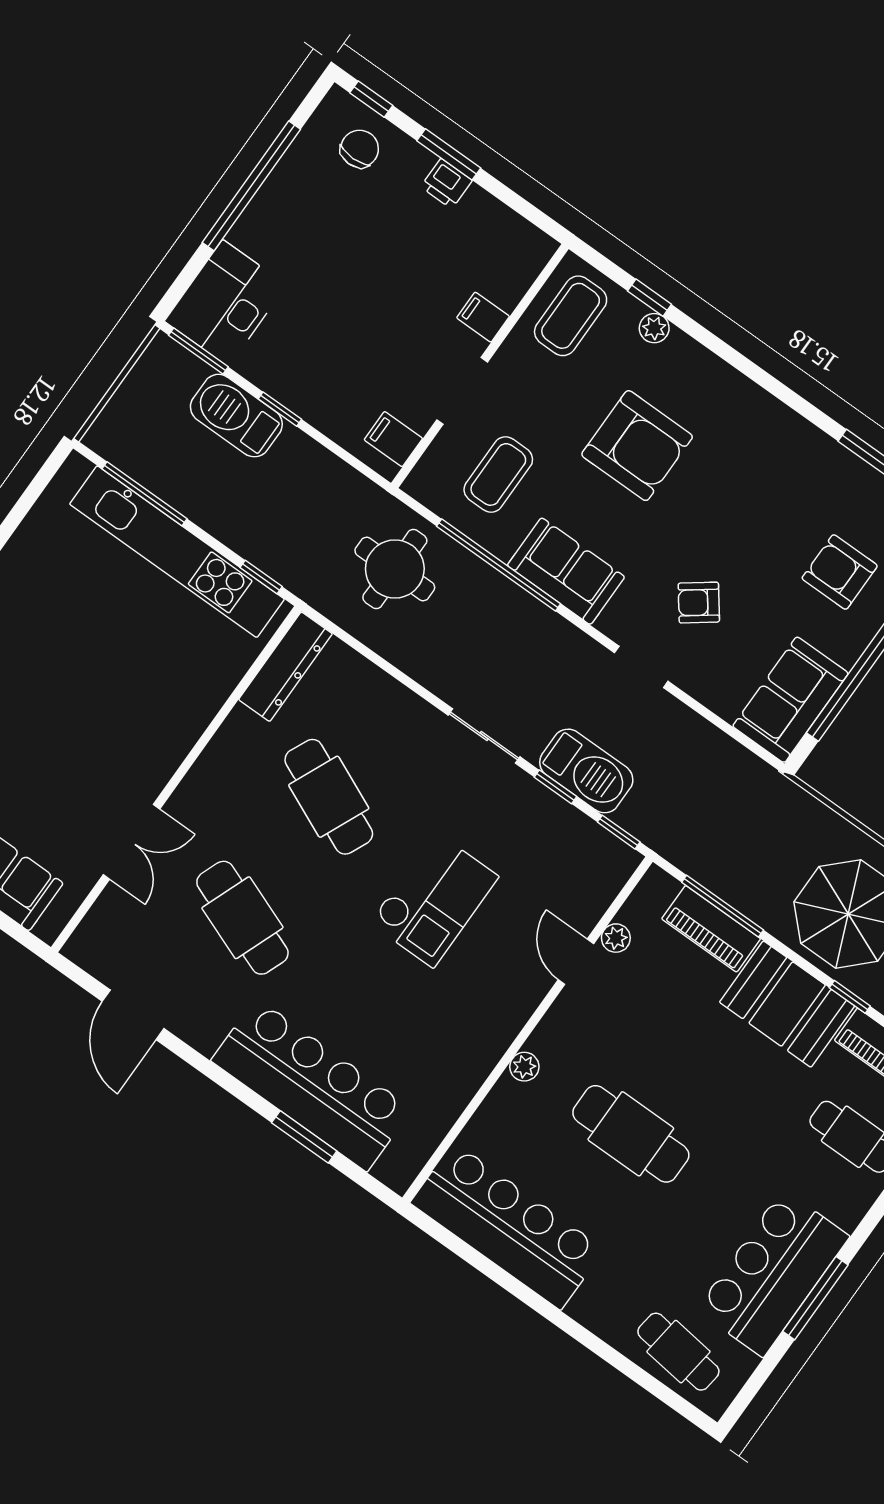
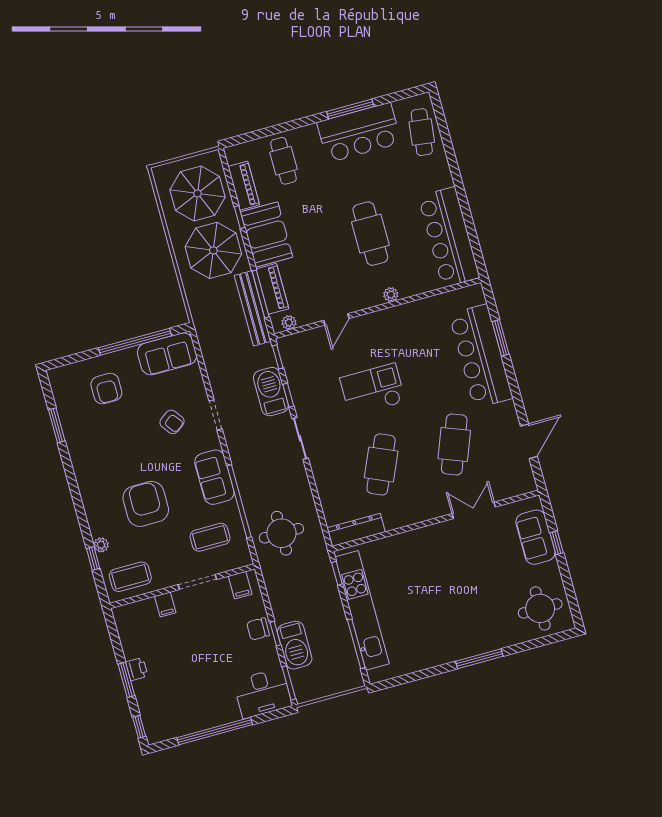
chair: (360, 149) -> (258, 629), moved
bench: (717, 875) -> (253, 308), added
plant: (616, 938) -> (289, 323), moved

